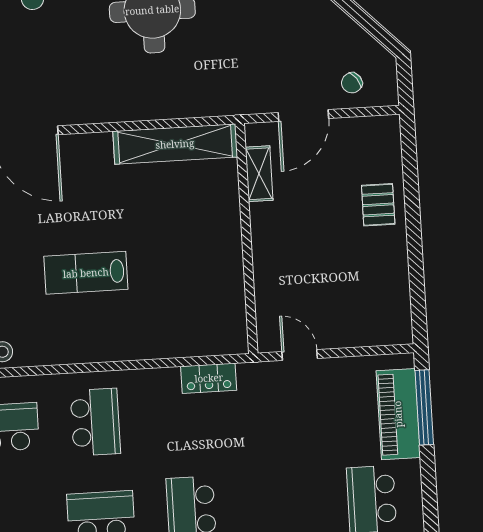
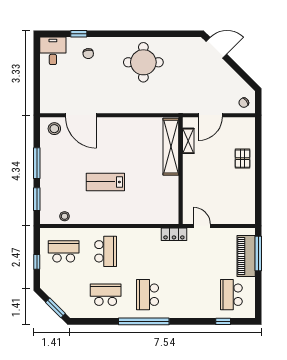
chair: (352, 83) -> (244, 103), moved
shelving: (175, 144) -> (171, 147), moved, turned 90
locker: (209, 378) -> (174, 234), moved

